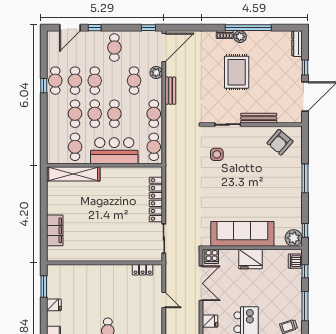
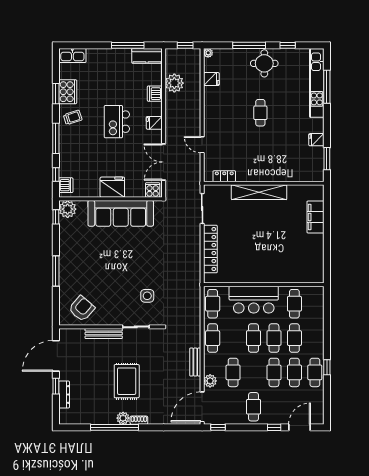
dresser: (297, 44) -> (64, 394), moved
shelving: (73, 174) -> (259, 192), moved

